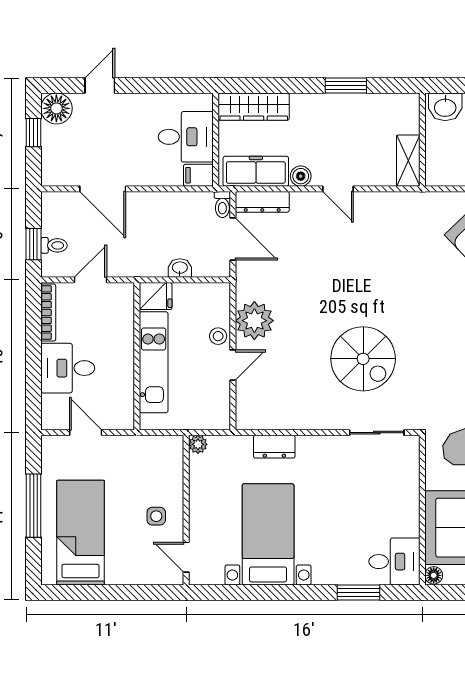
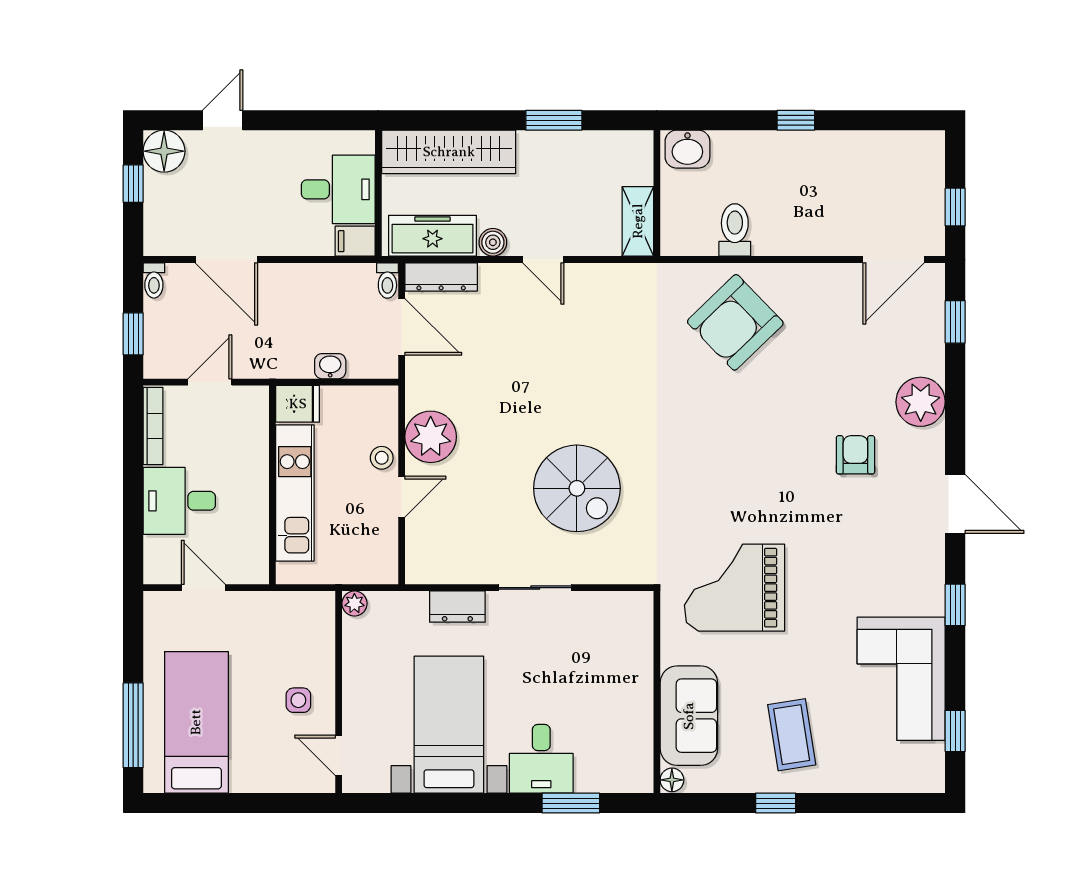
wardrobe: (254, 107) -> (449, 152), width x1.40, depth x1.17
toilet: (54, 245) -> (154, 280), moved, turned 90
sliding door: (377, 433) -> (535, 588), moved
window: (34, 506) -> (133, 725), moved
desk: (394, 562) -> (541, 759), moved, turned 90

